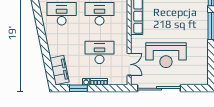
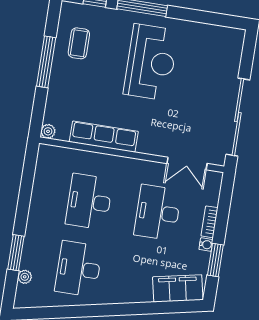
reception desk: (166, 55) -> (151, 62), moved
double door: (129, 64) -> (187, 163), swing flipped

